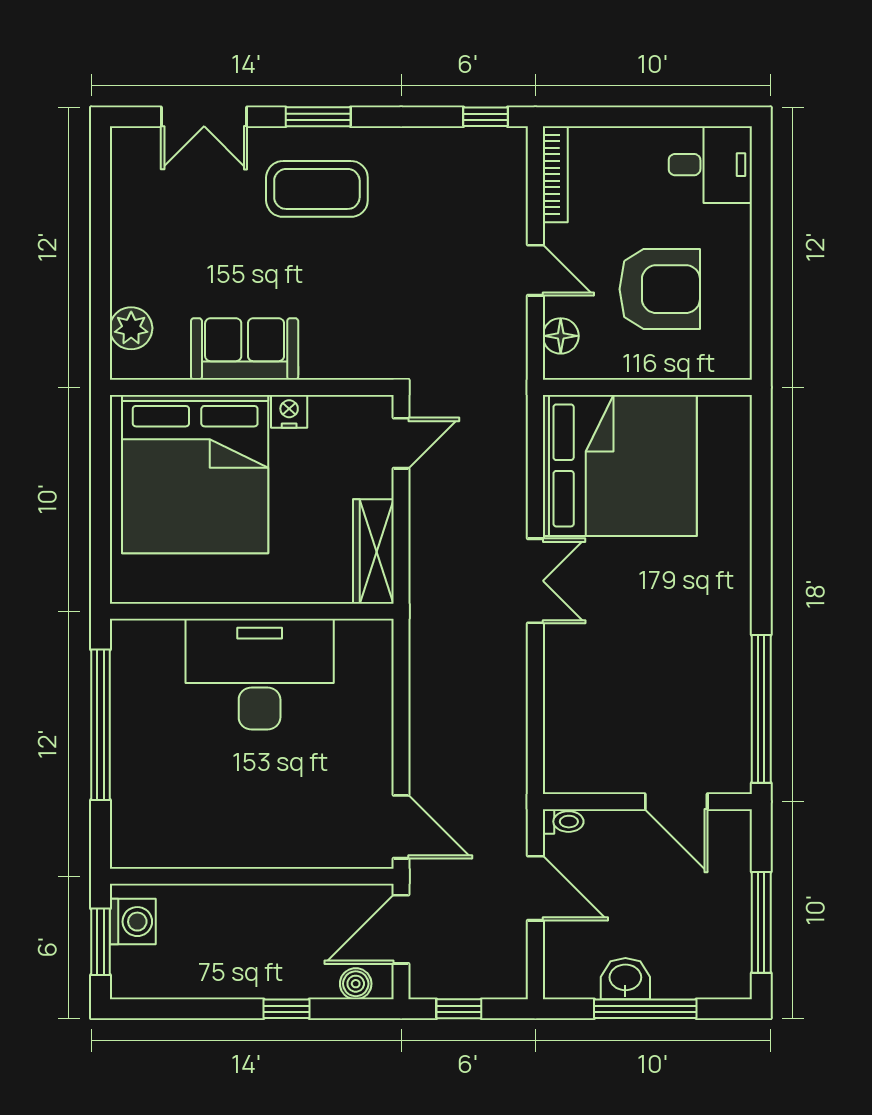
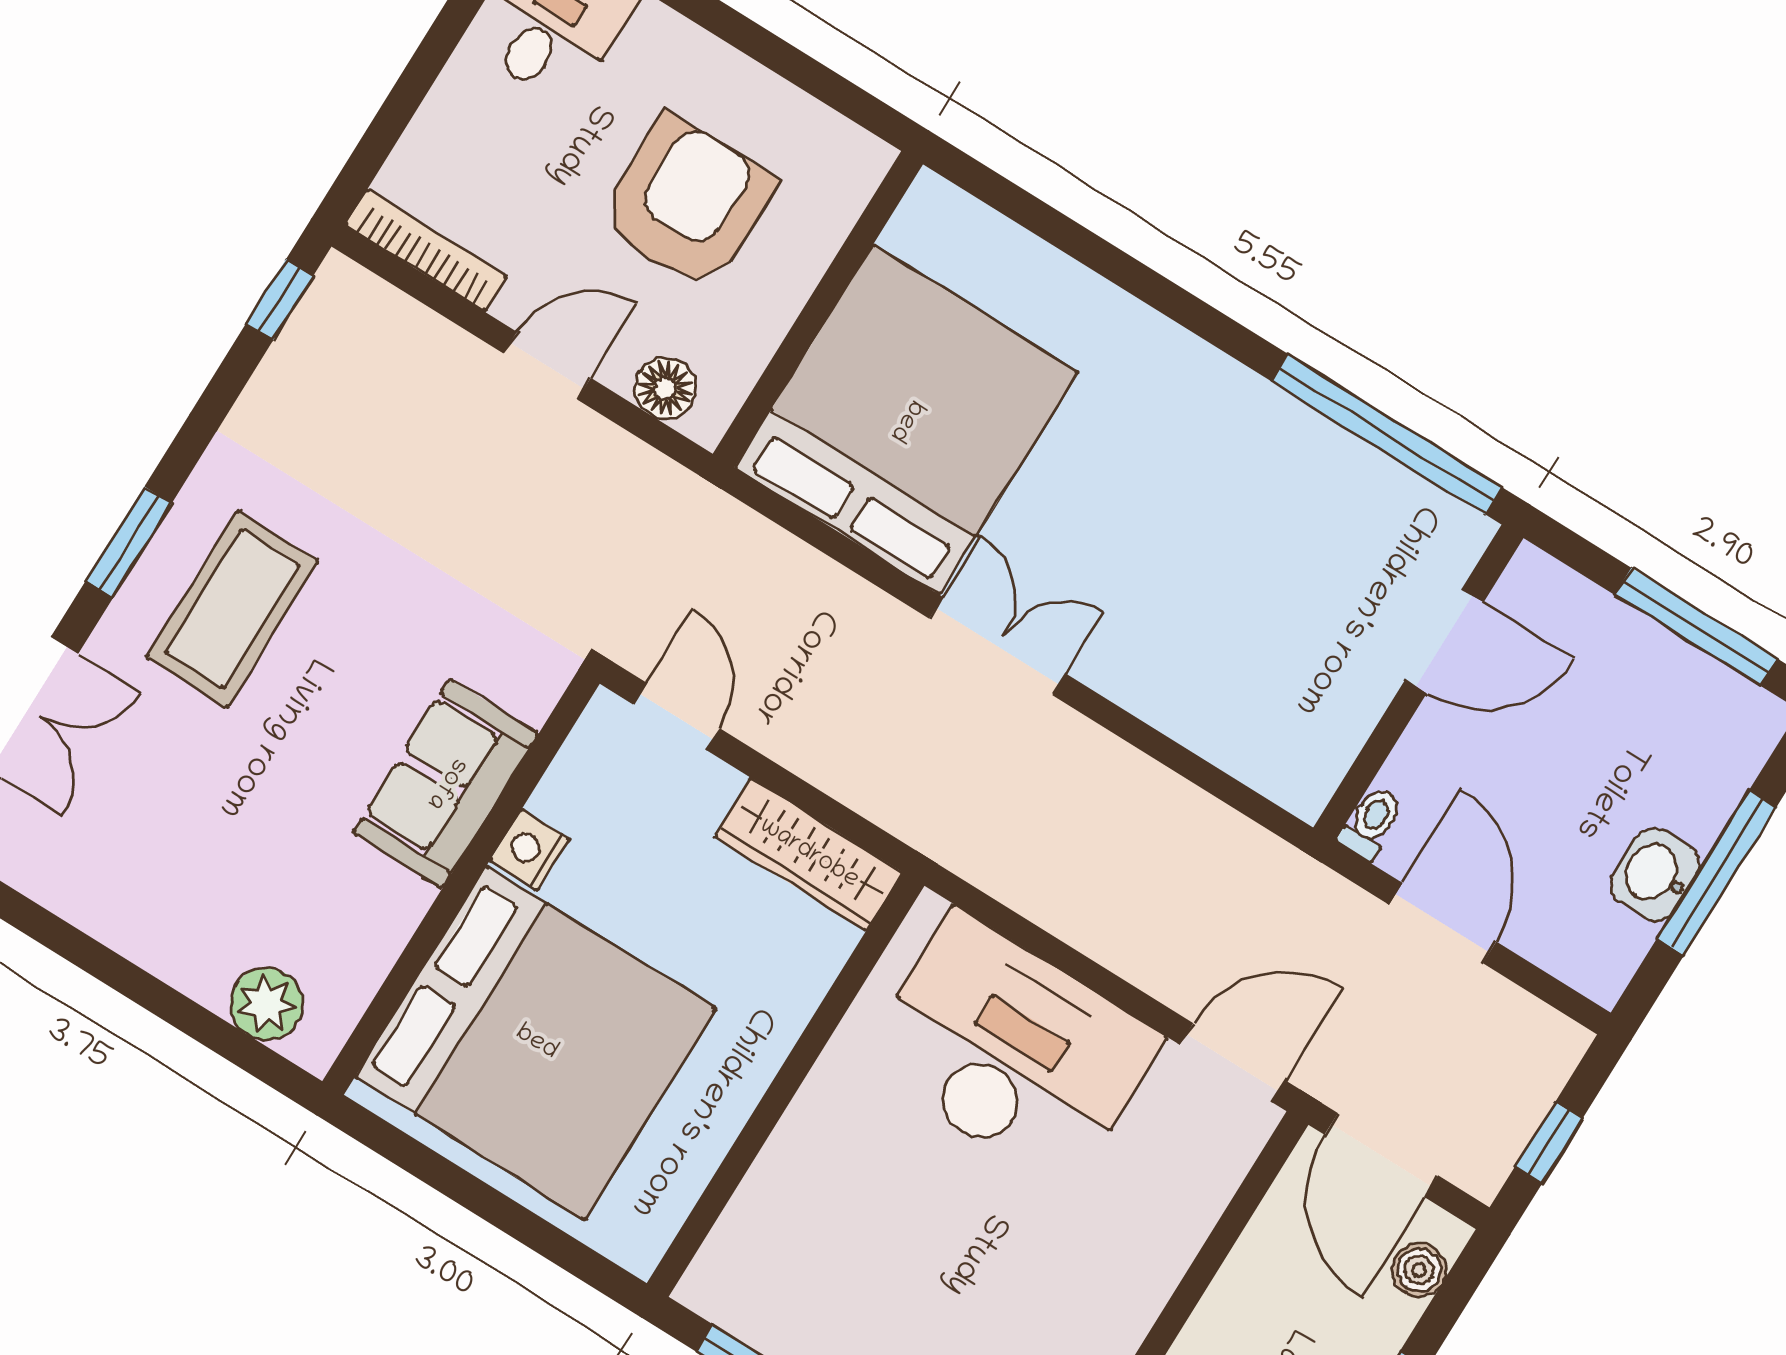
sofa: (245, 349) -> (446, 783), moved
desk: (260, 674) -> (1011, 1051), moved, turned 90
door: (535, 888) -> (1443, 923), hinge flipped

